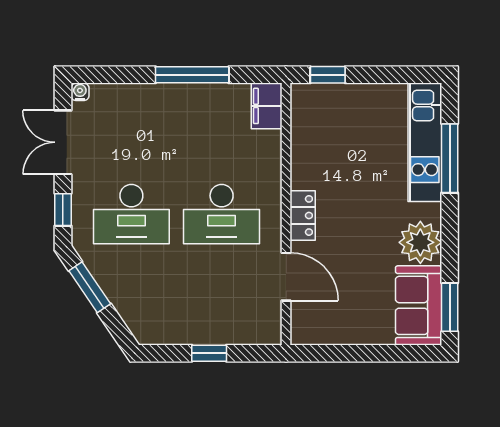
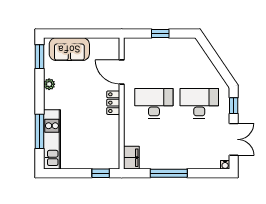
plant: (420, 242) -> (49, 84), width x0.53, depth x0.53
window: (90, 287) -> (220, 67), removed
sofa: (419, 305) -> (69, 49), moved, turned 90

